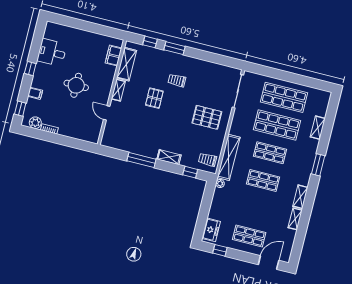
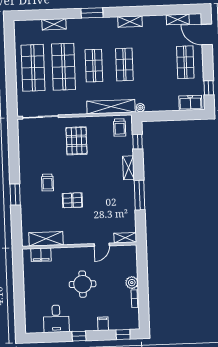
window: (150, 42) -> (16, 221), removed
shelving: (118, 90) -> (125, 238), moved
plant: (35, 123) -> (132, 283), moved
shelving: (295, 219) -> (178, 19), moved

